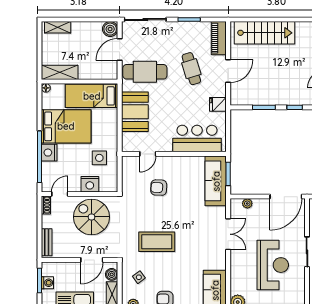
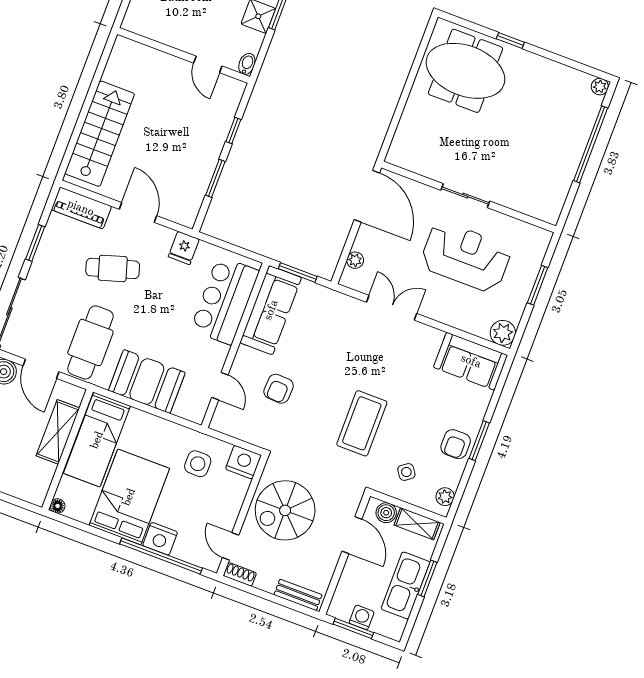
shelving: (60, 72) -> (58, 432), moved
sofa: (216, 181) -> (271, 310), moved, turned -90
nightstand: (90, 184) -> (243, 462), moved, turned -90

